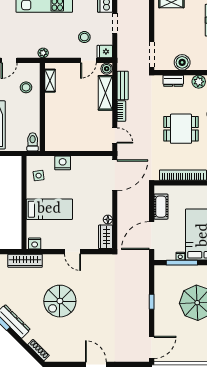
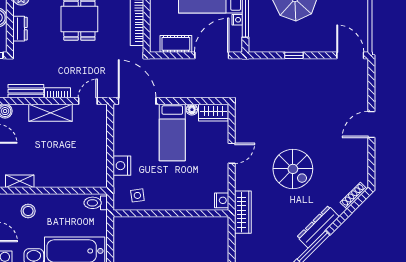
shelving: (105, 93) -> (50, 113), moved
bed: (49, 209) -> (172, 132), moved, turned 180
door: (152, 236) -> (212, 55), swing flipped

